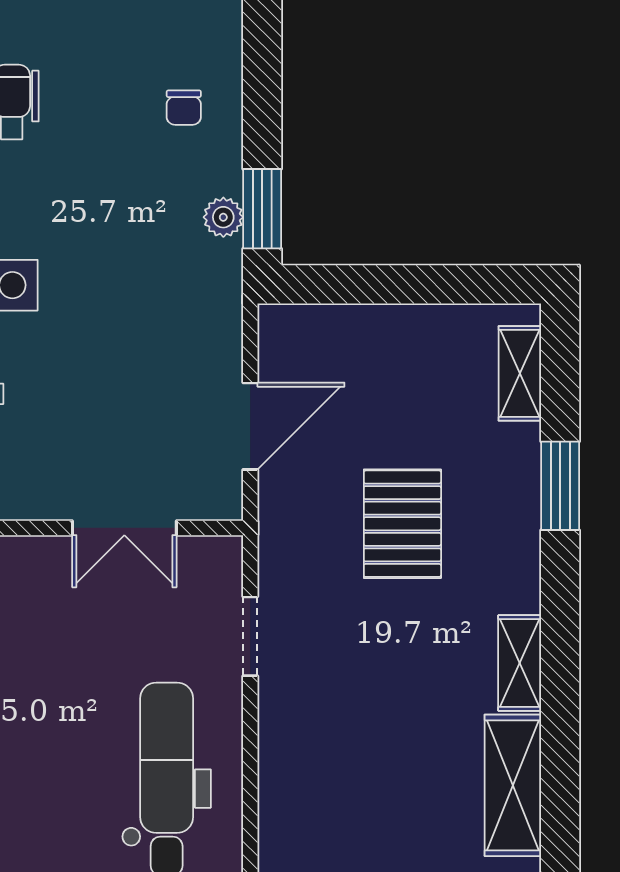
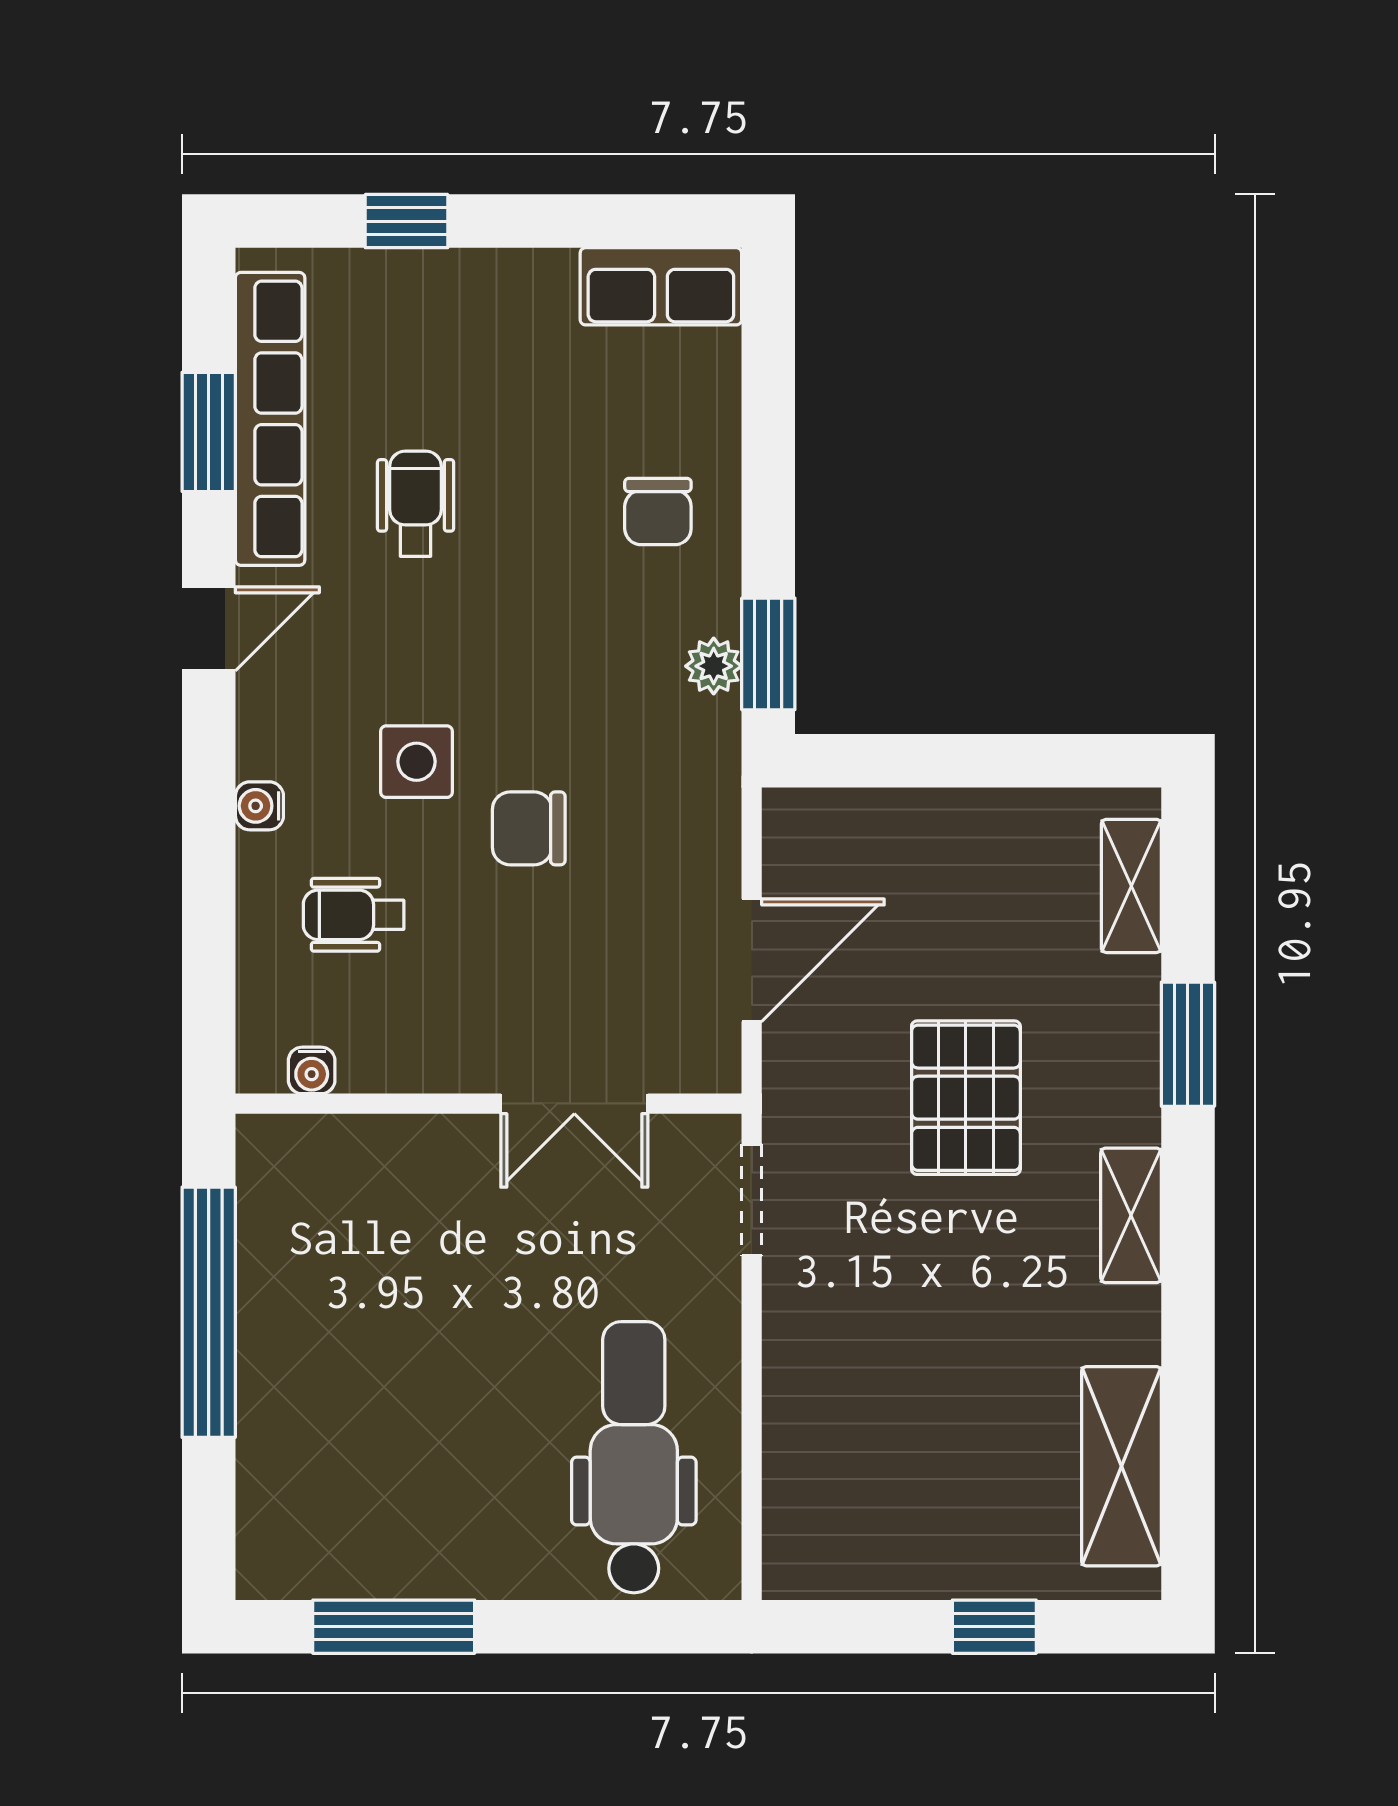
chair: (184, 108) -> (658, 512), width x1.37, depth x1.37
chair: (92, 332) -> (529, 828), added
doorway: (250, 636) -> (752, 1200), moved
shelving: (520, 663) -> (1131, 1215), moved

